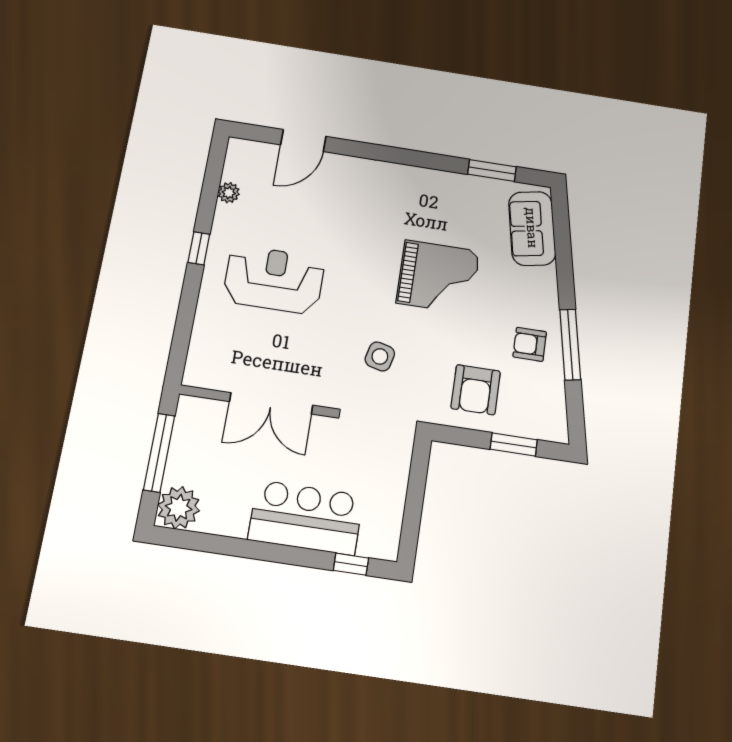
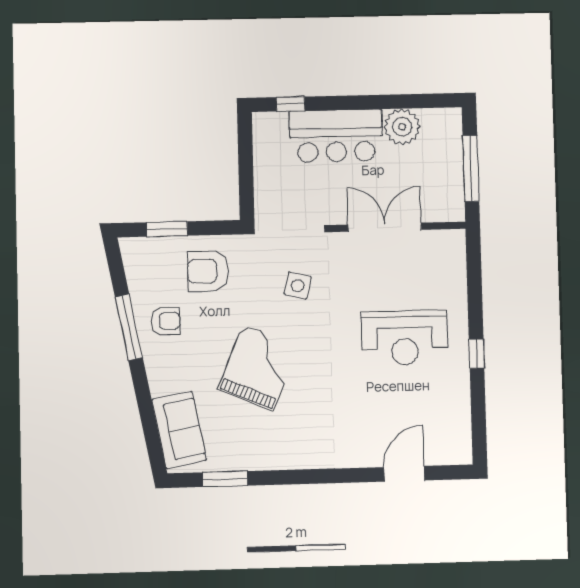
plant: (229, 193) -> (461, 411), removed
grand piano: (438, 277) -> (258, 368), turned 113
armchair: (476, 390) -> (208, 271), turned -90
plant: (179, 508) -> (402, 127), moved

